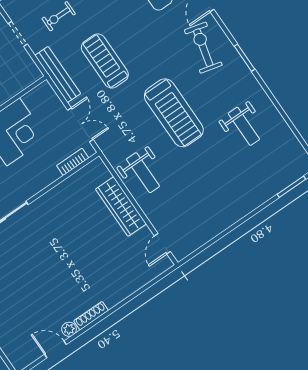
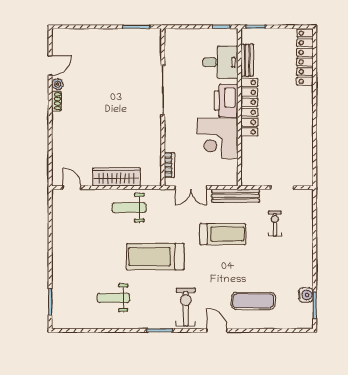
exercise bike: (203, 48) -> (186, 307), turned -104
shoe rack: (91, 316) -> (56, 101), width x0.70

